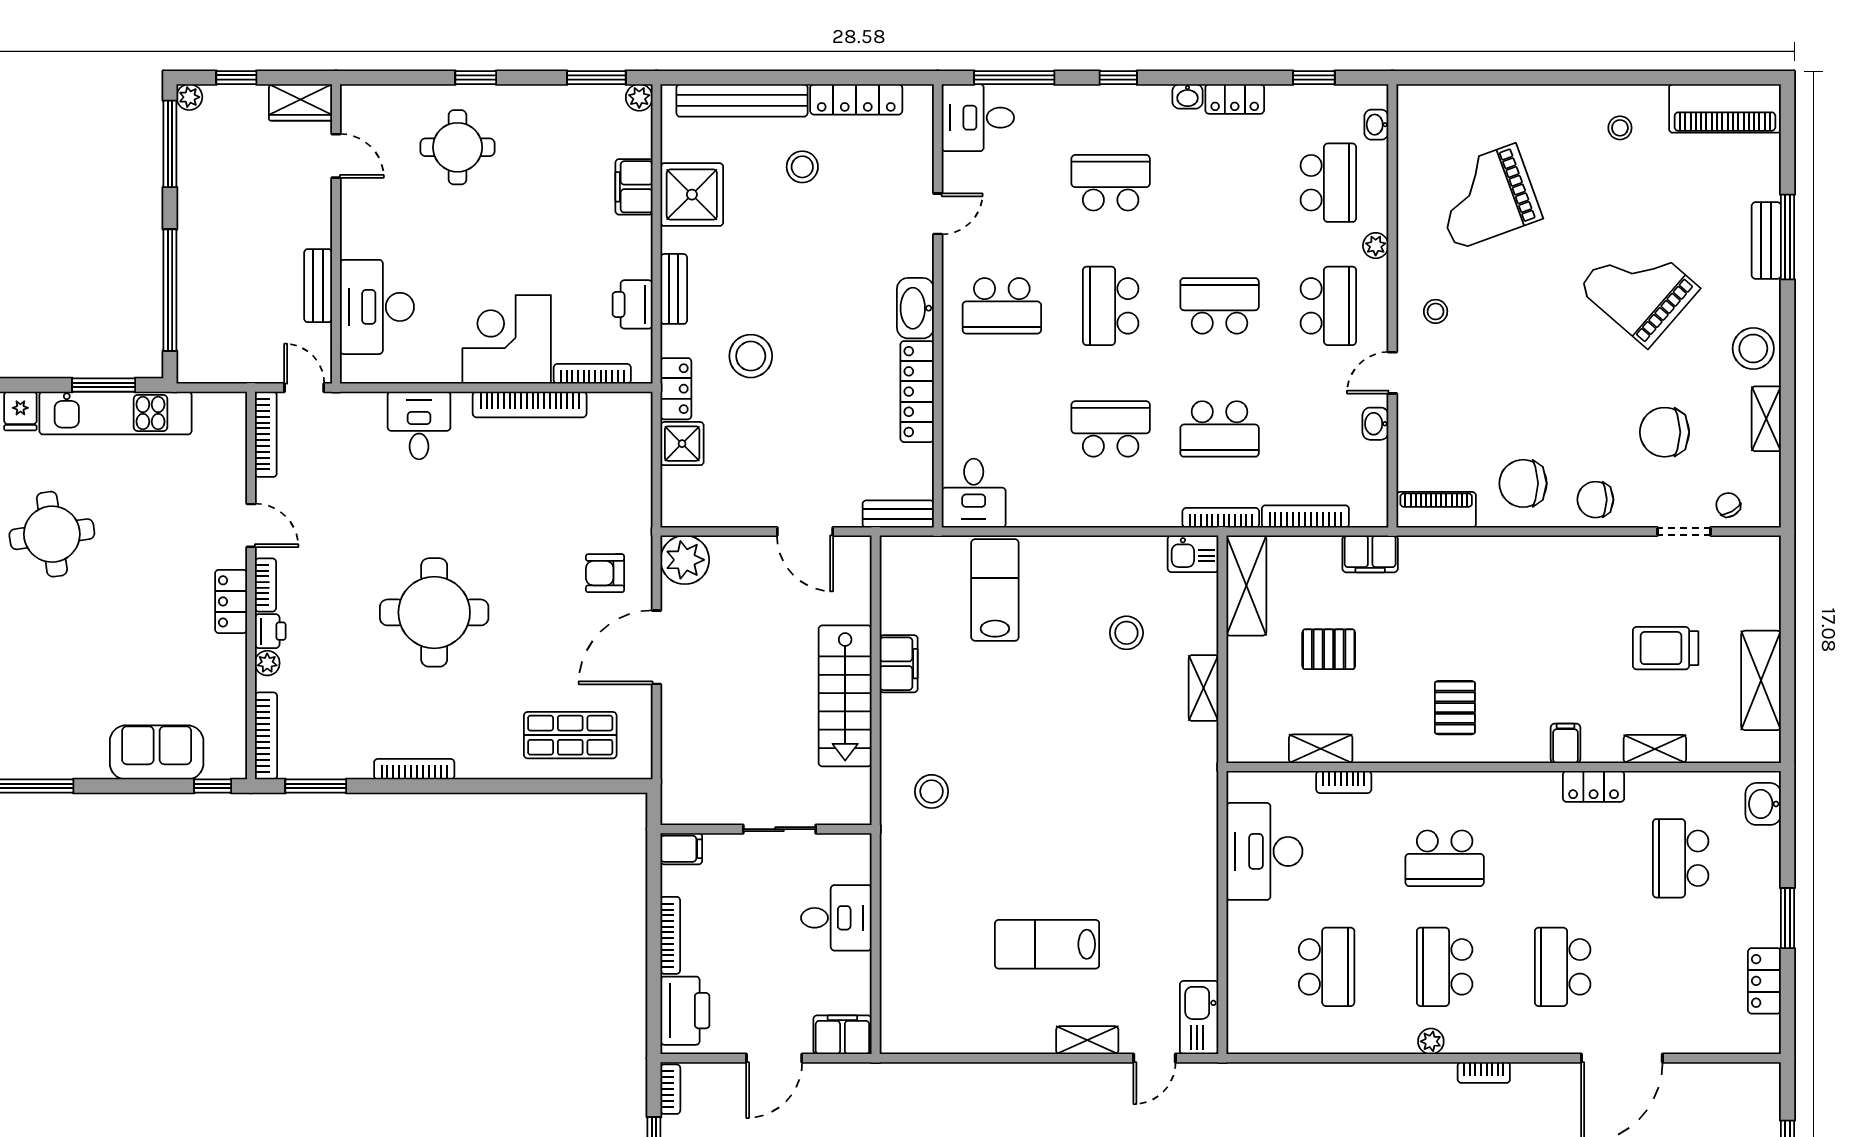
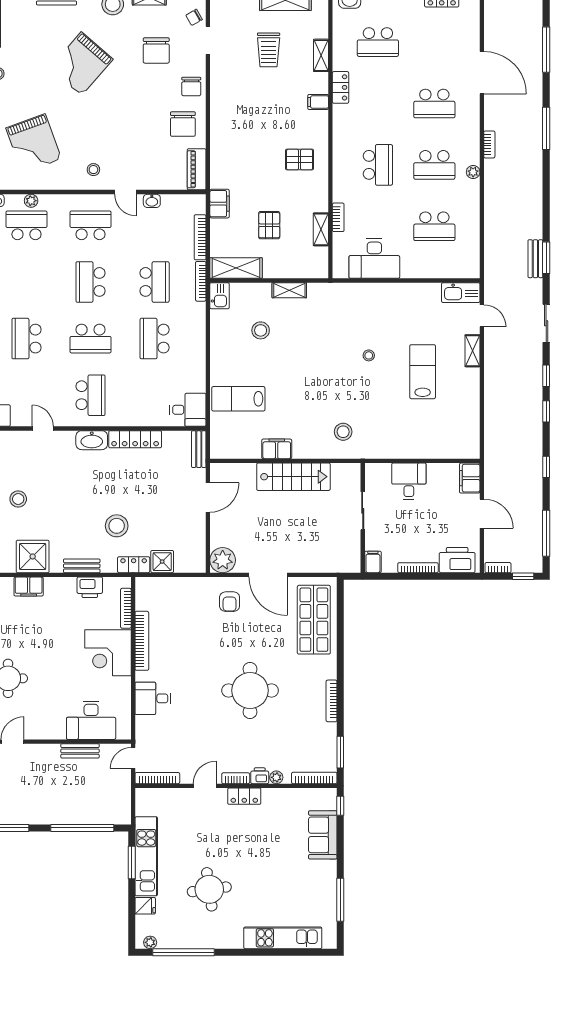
plant: (1376, 246) -> (31, 201), moved
shop shelf: (570, 735) -> (314, 620), width x1.43, depth x1.36
stool: (1078, 841) -> (369, 355), added
lab bench: (1047, 944) -> (423, 372), turned 180
school desk: (1327, 967) -> (434, 226), turned 180

